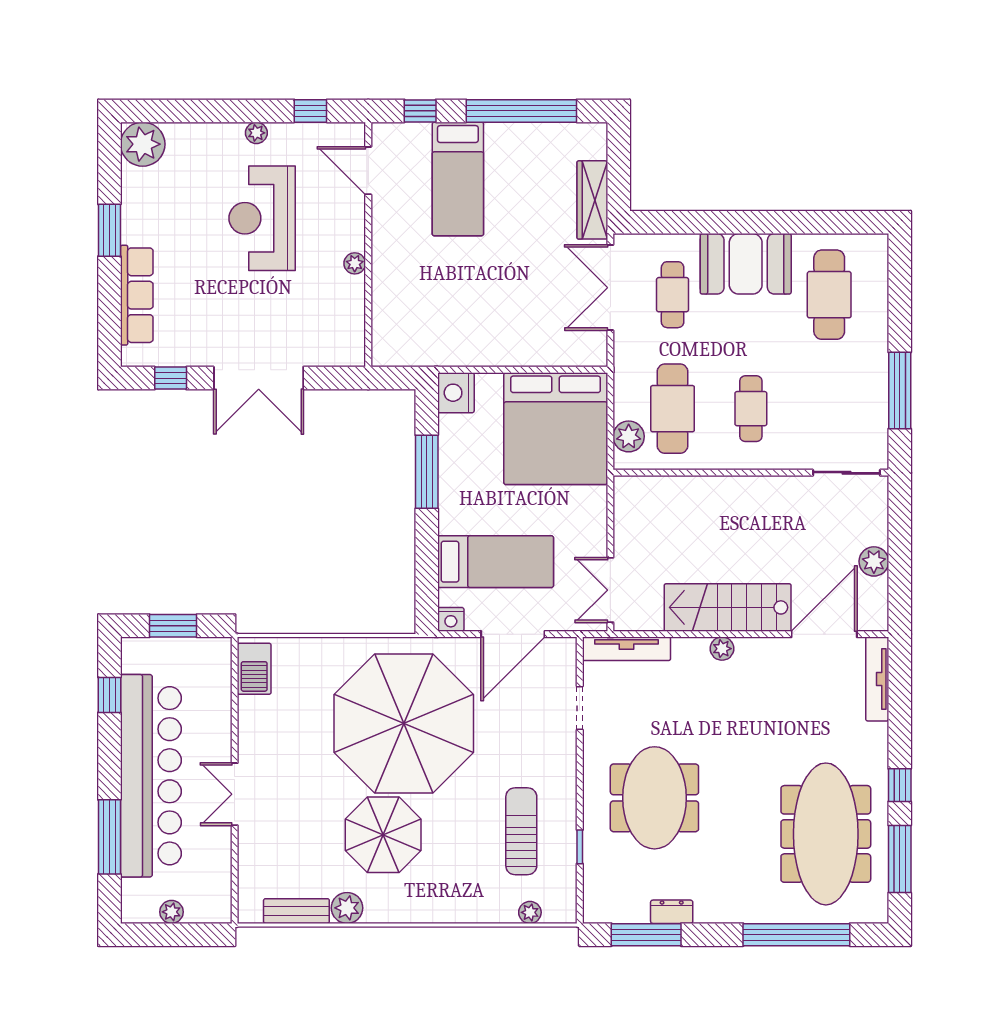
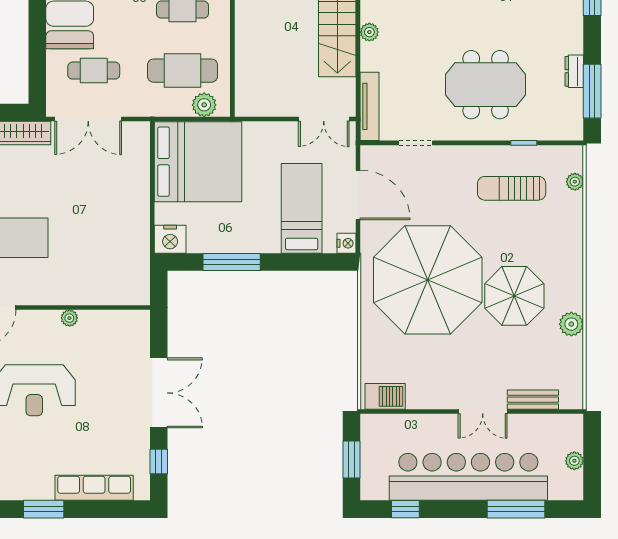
bench: (296, 911) -> (533, 400), moved, turned 90

